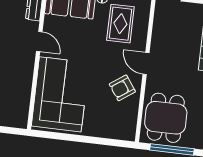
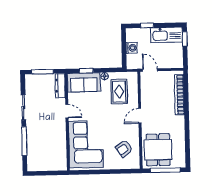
door: (146, 64) -> (140, 116), hinge flipped
armchair: (122, 88) -> (124, 148), moved

